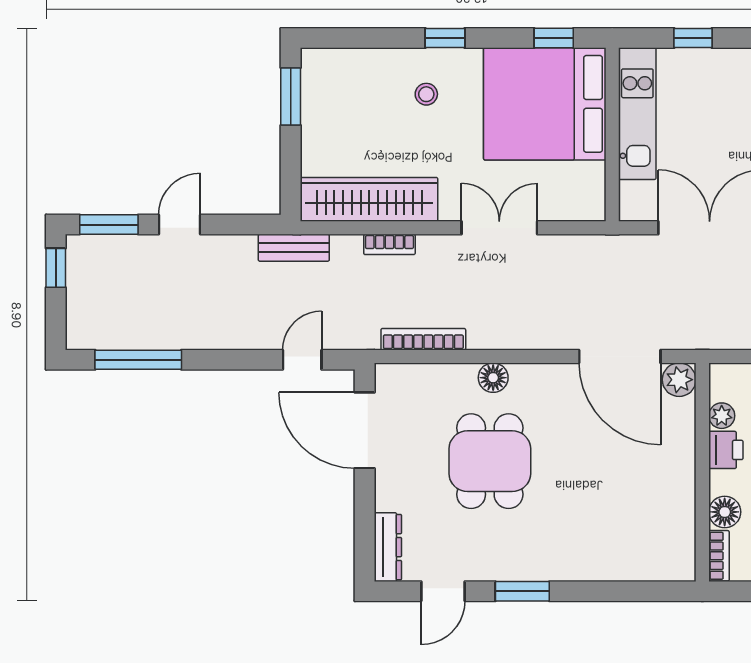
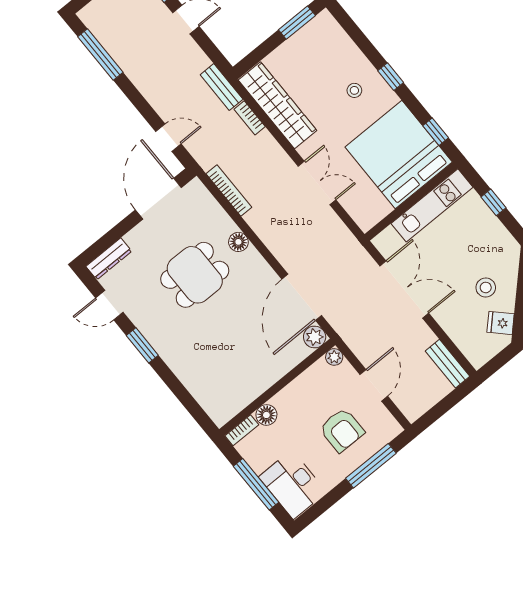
bookcase: (389, 244) -> (250, 118), moved
plant: (722, 416) -> (334, 357), moved
printer: (726, 450) -> (298, 390), removed

